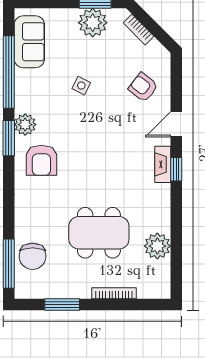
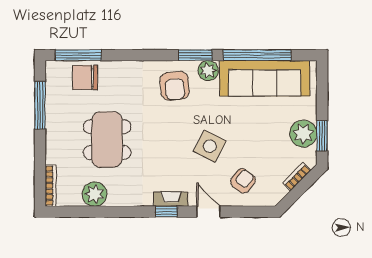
sofa: (29, 42) -> (265, 78), width x1.85, depth x1.27
side table: (81, 86) -> (210, 146), moved, width x1.87, depth x1.87
armchair: (41, 160) -> (175, 86), turned -95
bookcase: (114, 293) -> (51, 186), moved
window: (62, 305) -> (40, 105), width x1.44

